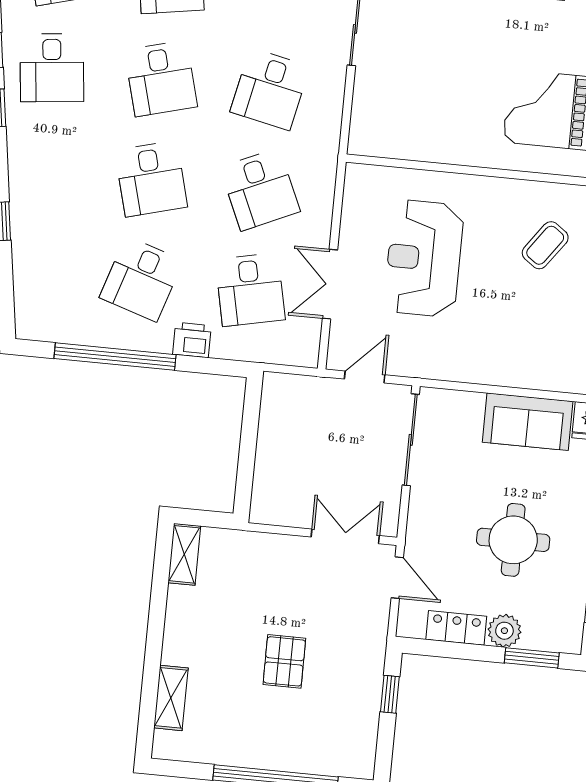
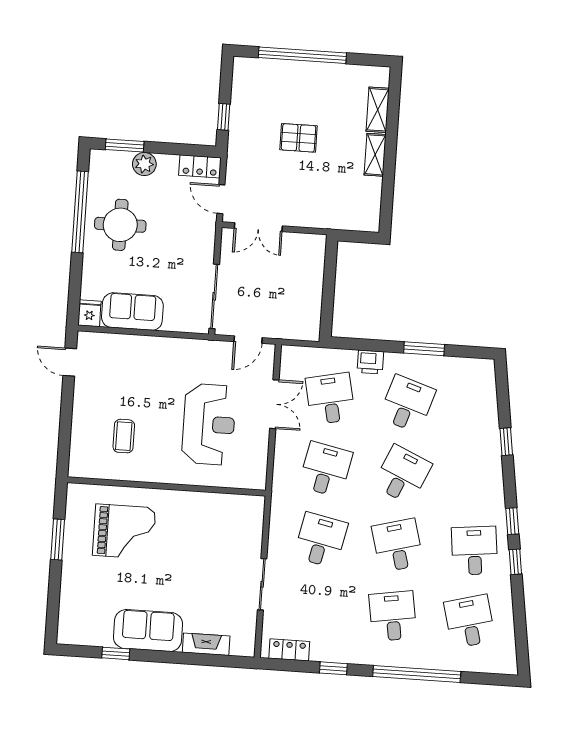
desk: (151, 179) -> (402, 475), turned 39
desk: (260, 189) -> (326, 469), turned 36
coffee table: (545, 245) -> (124, 436), turned -36
window: (115, 357) -> (424, 349), width x0.47
round table: (513, 540) -> (120, 225), moved
shelving: (184, 554) -> (375, 155), moved
locker: (456, 628) -> (200, 166), moved
pallet: (284, 661) -> (299, 138), turned 90

